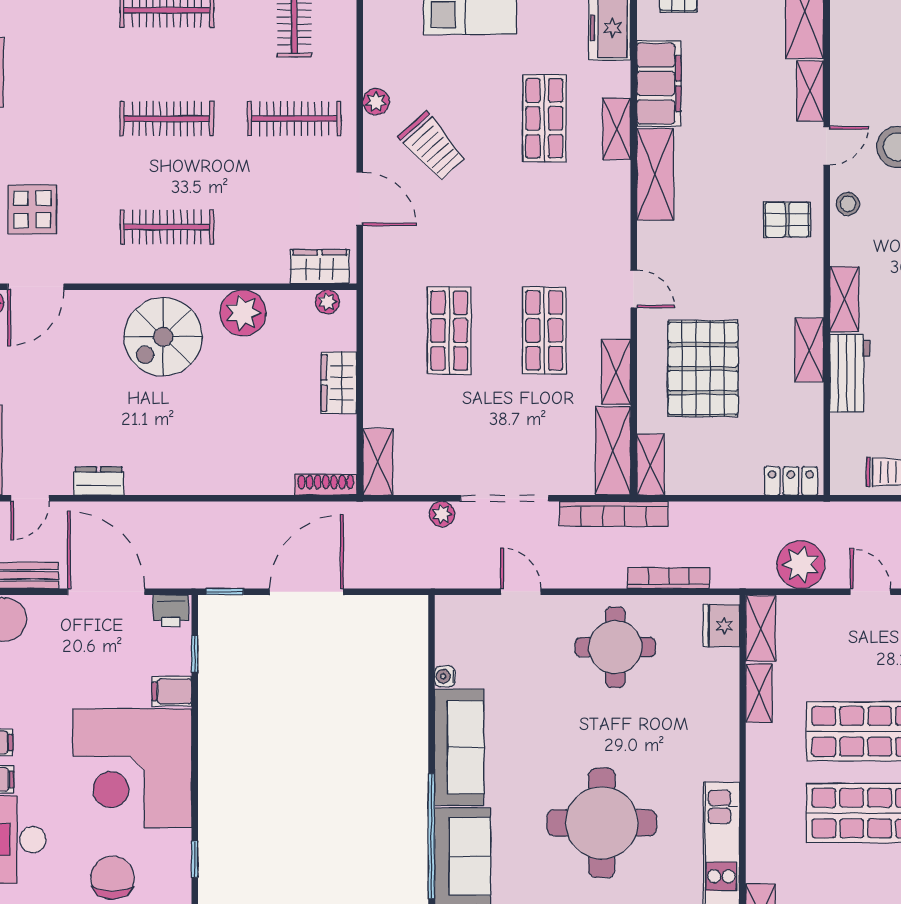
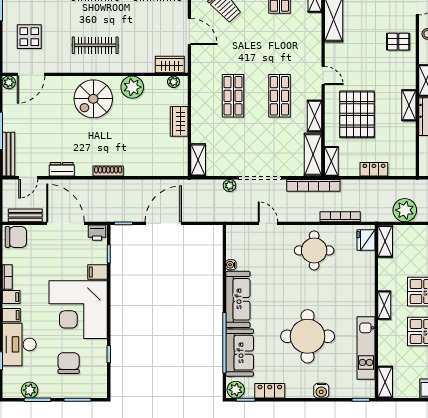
locker: (791, 481) -> (374, 169), moved
shoe rack: (326, 485) -> (108, 171), moved
shelving: (759, 693) -> (384, 305), moved

